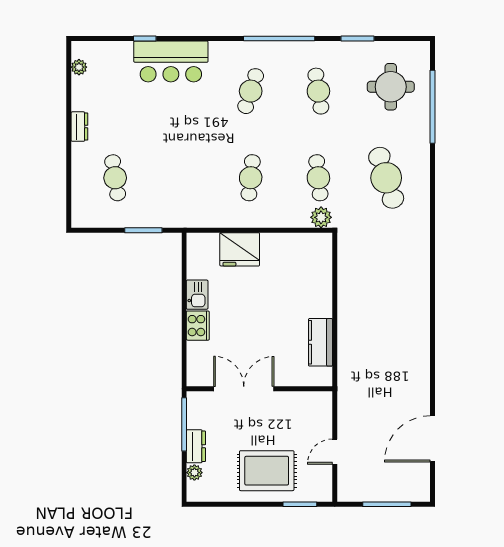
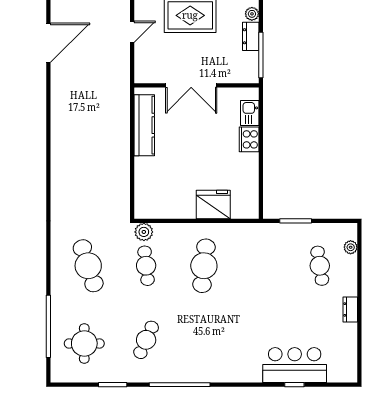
bar counter: (171, 61) -> (295, 365), moved
plant: (79, 67) -> (351, 247), moved
cafe table: (251, 91) -> (204, 340), removed
cafe table: (318, 91) -> (146, 340), turned 33
cafe table: (251, 178) -> (204, 266), width x1.37, depth x1.35
kitchen sink: (197, 295) -> (250, 113), moved
kitchen counter: (320, 342) -> (144, 125), width x1.50
double door: (244, 389) -> (191, 85), moved

